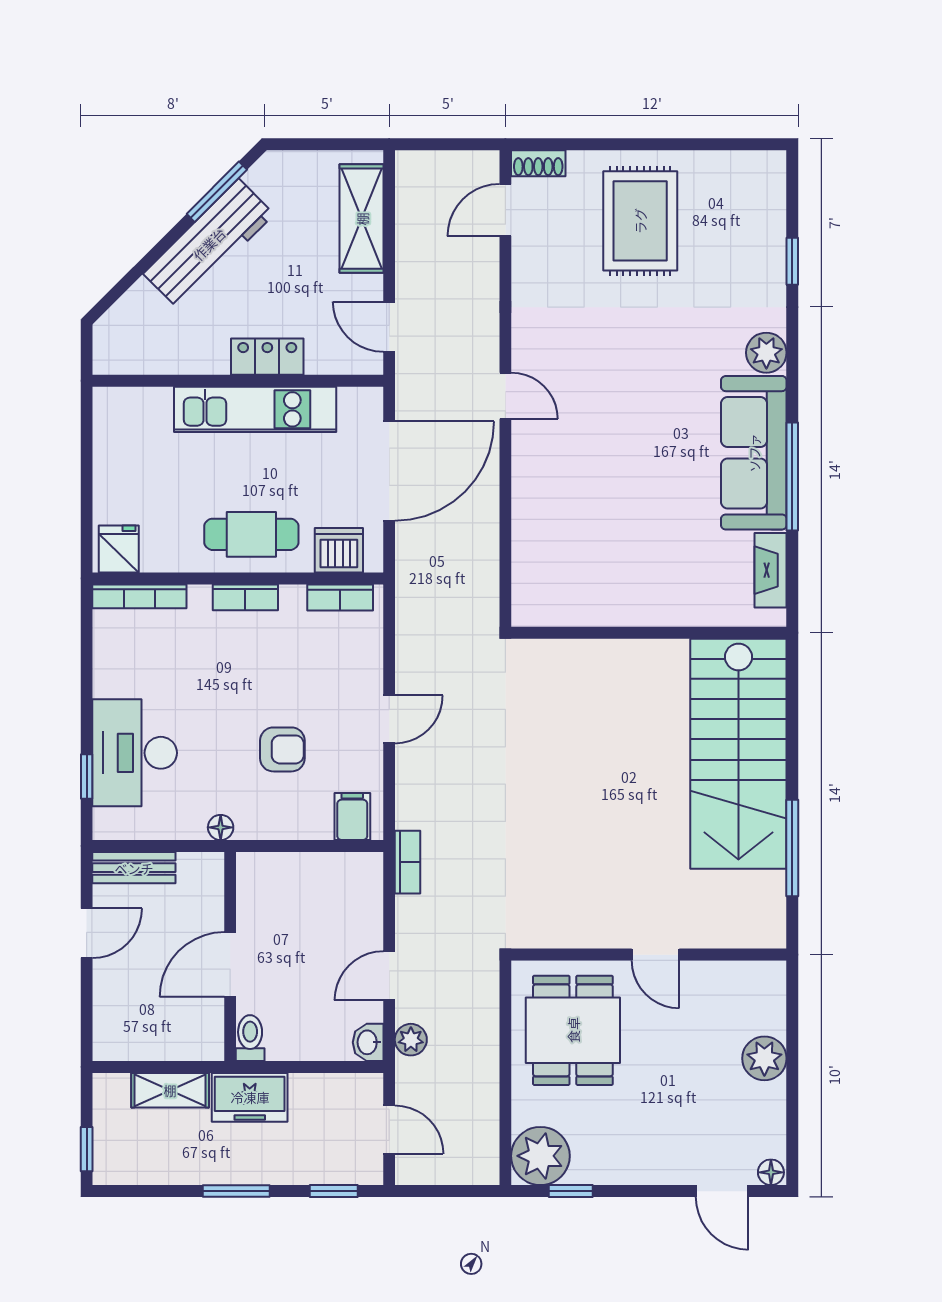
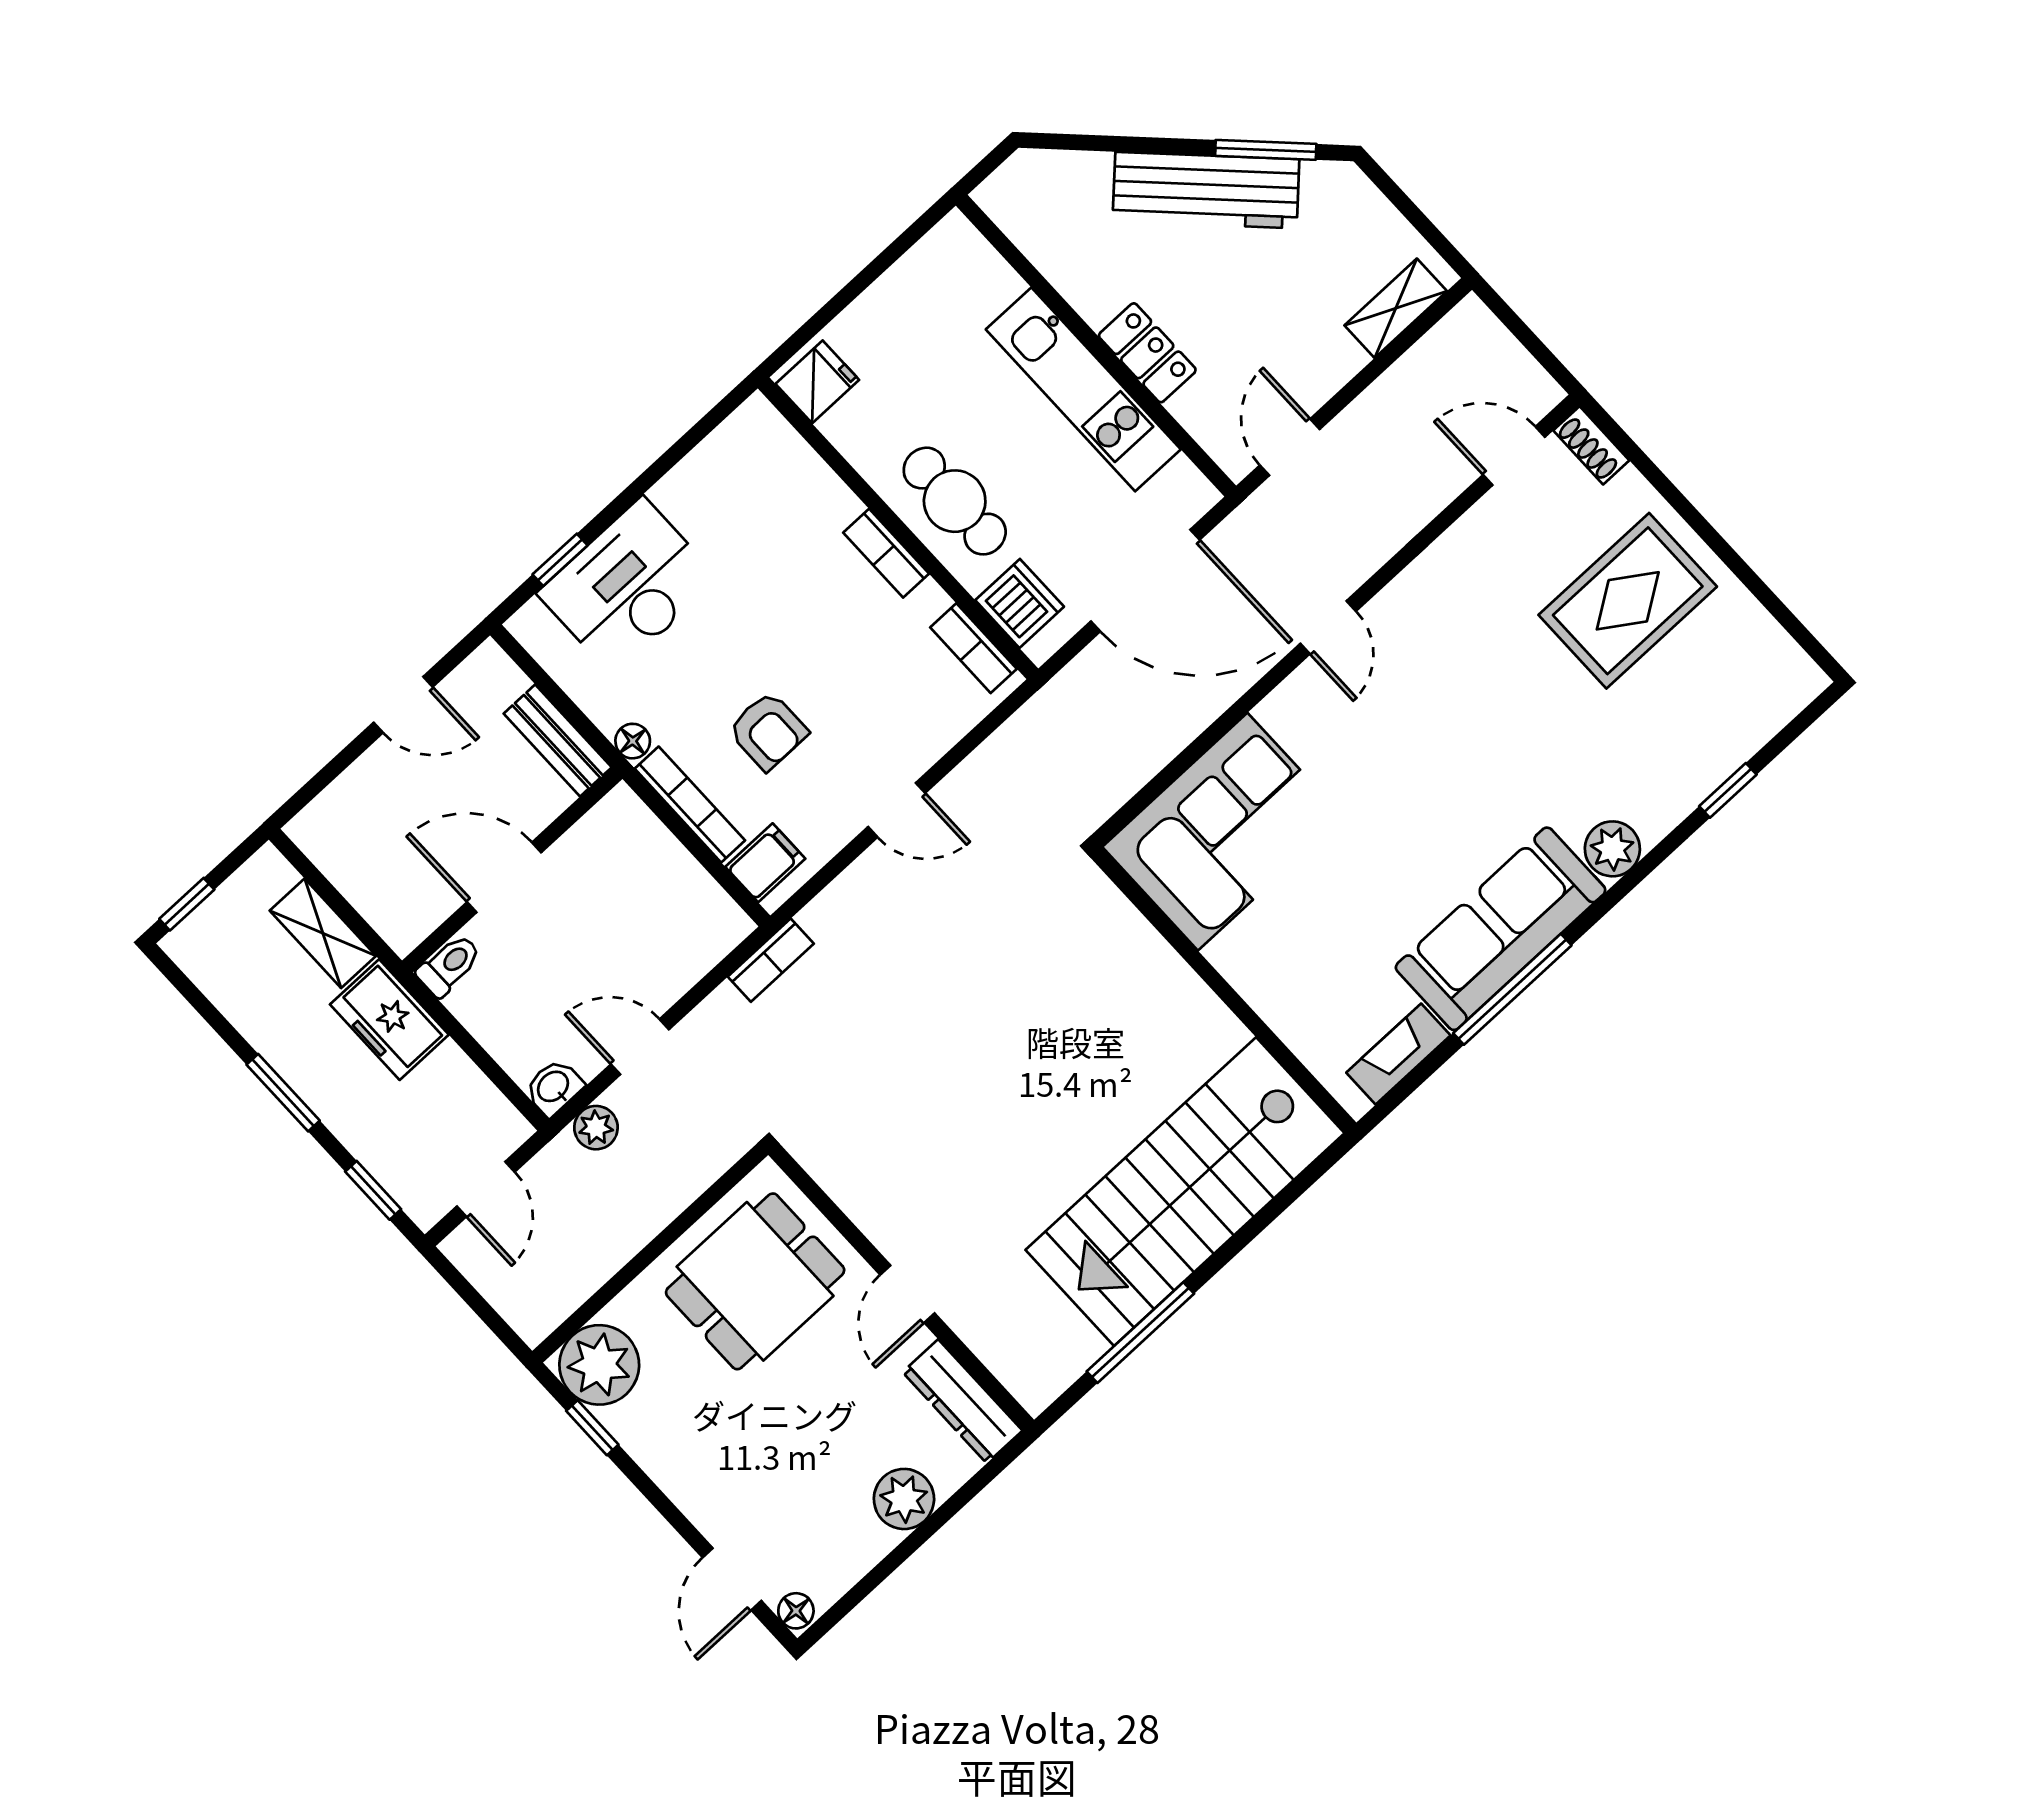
shelving: (362, 219) -> (1396, 308), width x0.67, depth x0.75
corner sofa: (563, 554) -> (1223, 832), added
bookcase: (139, 596) -> (690, 804), moved, turned 180
bench: (134, 868) -> (558, 740), moved
dresser: (741, 978) -> (962, 1401), added

